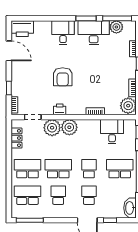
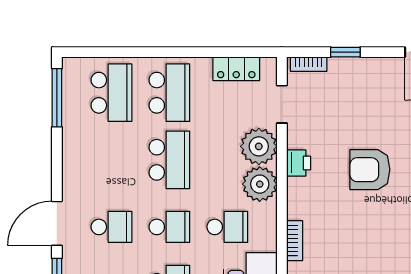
school desk: (58, 195) -> (227, 227), moved

